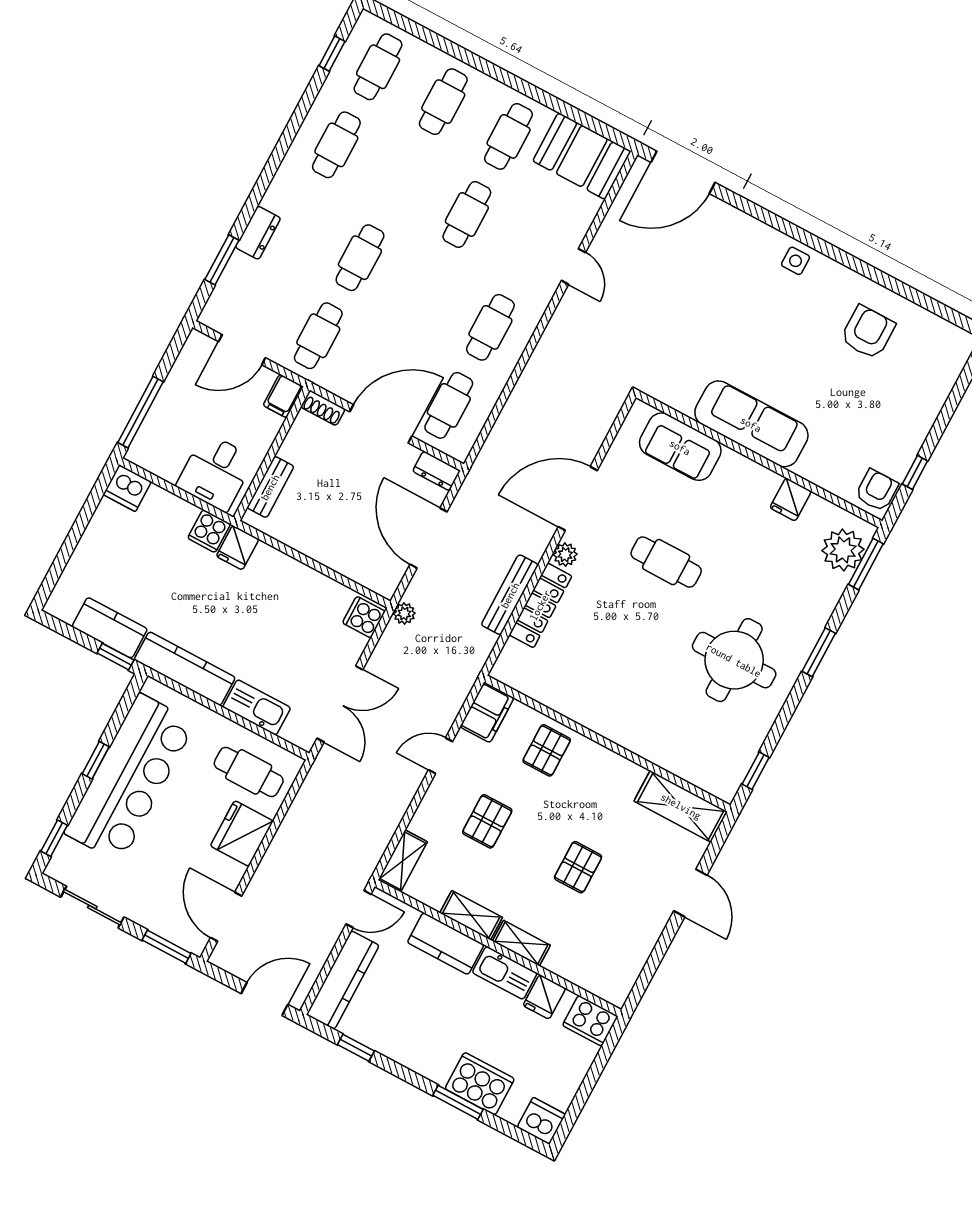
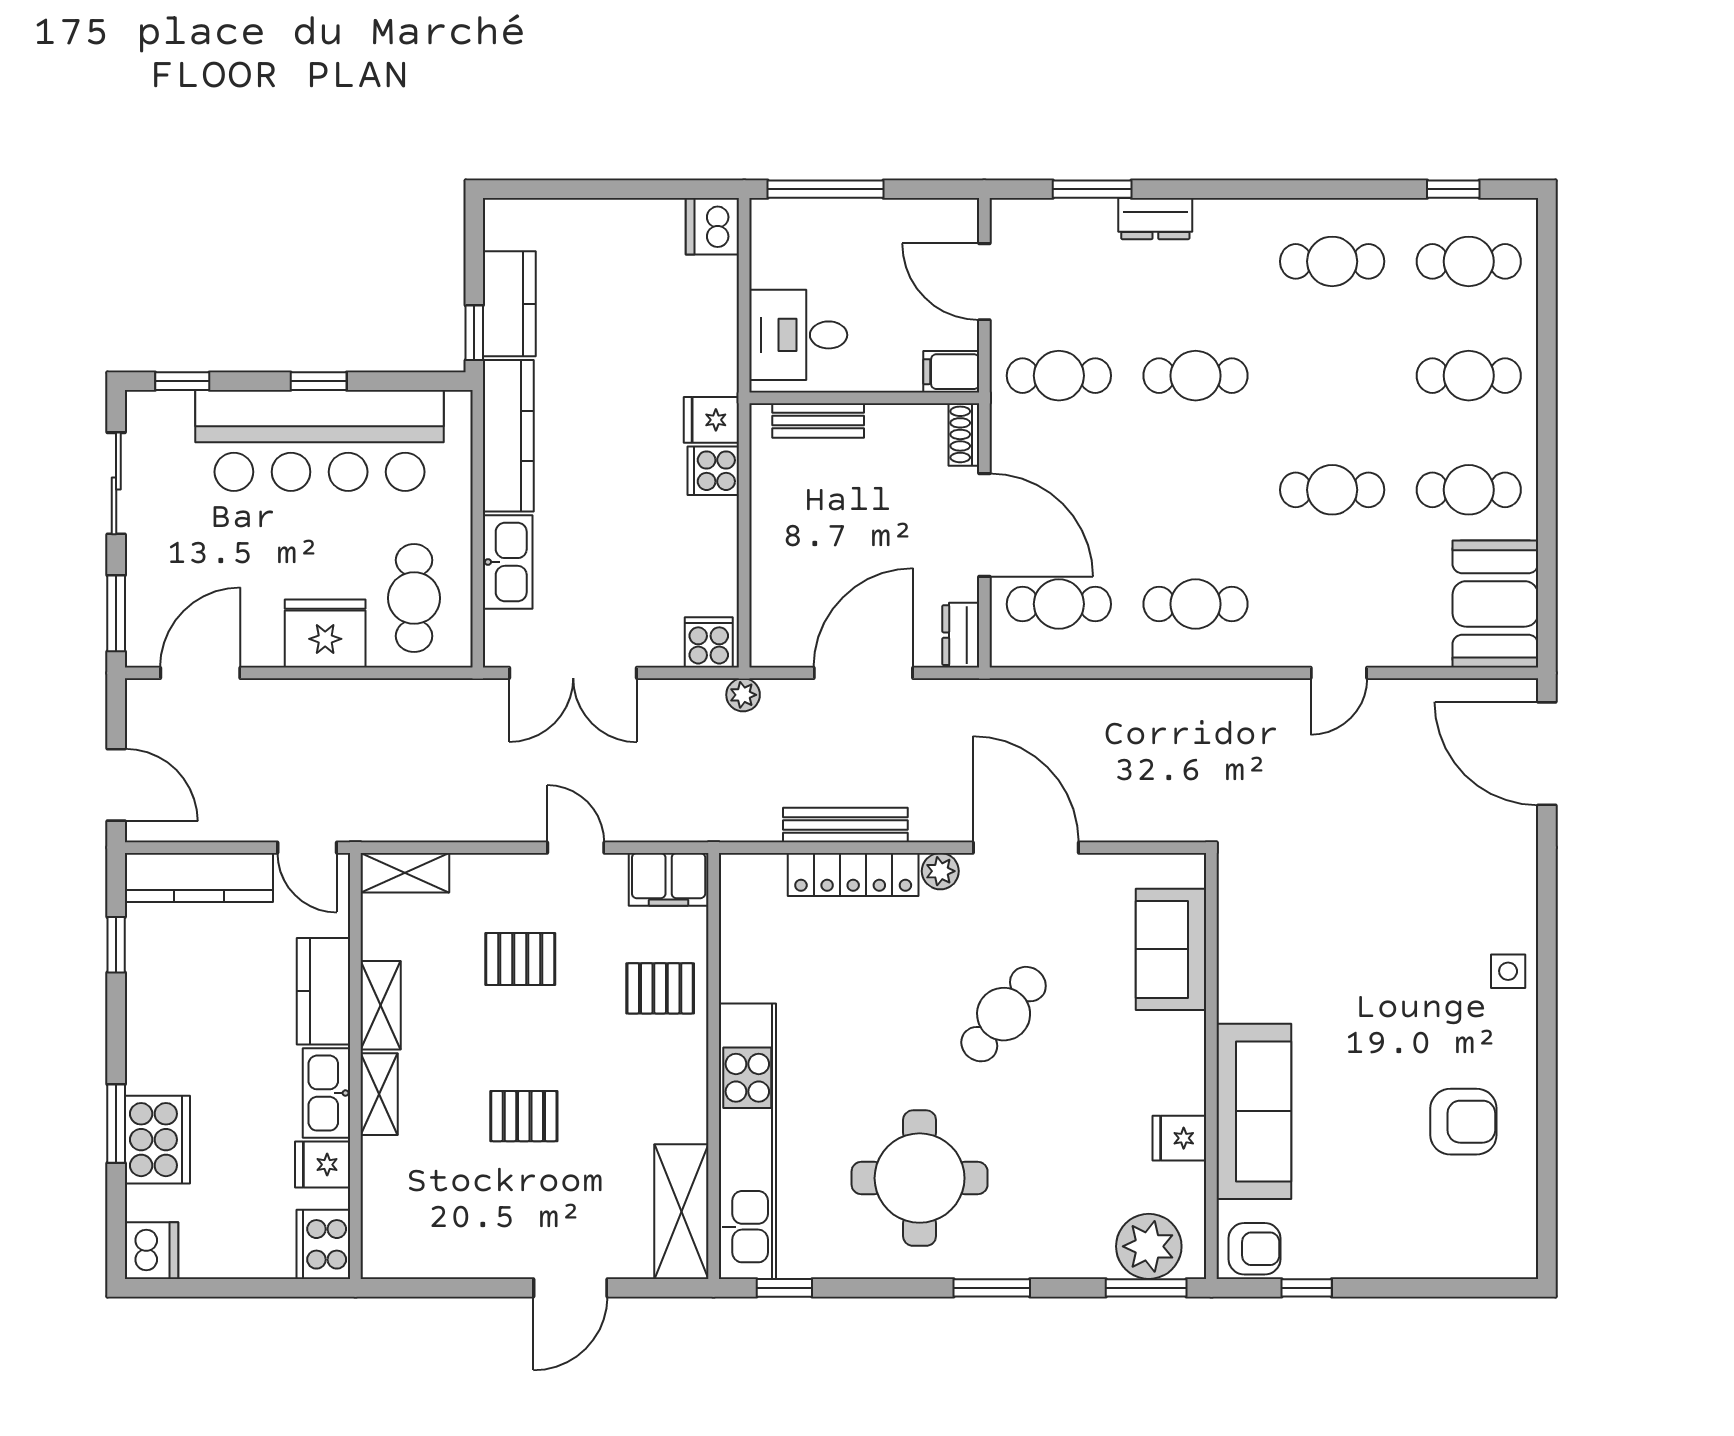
sofa: (751, 424) -> (1254, 1111), moved
cooker: (209, 531) -> (713, 471), moved
cafe table: (666, 562) -> (1004, 1014), turned 39
kitchen unit: (661, 747) -> (747, 1141), added

